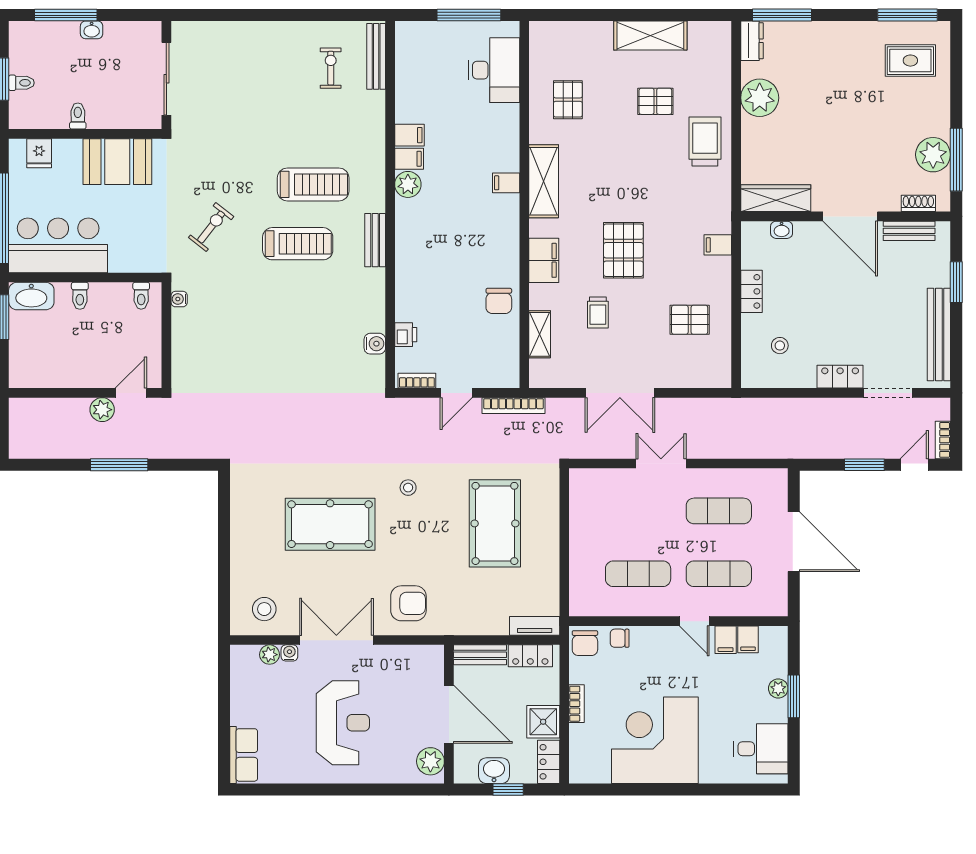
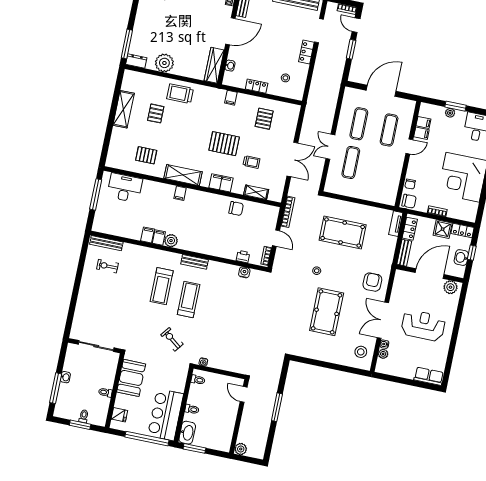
treadmill: (313, 184) -> (162, 286), turned 180
plant: (102, 410) -> (241, 449), moved
exercise mat: (638, 574) -> (351, 162), moved

